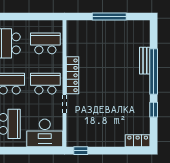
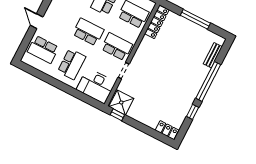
bench: (145, 61) -> (213, 55), moved
locker: (72, 75) -> (157, 22), moved
shower: (78, 137) -> (121, 102), added

